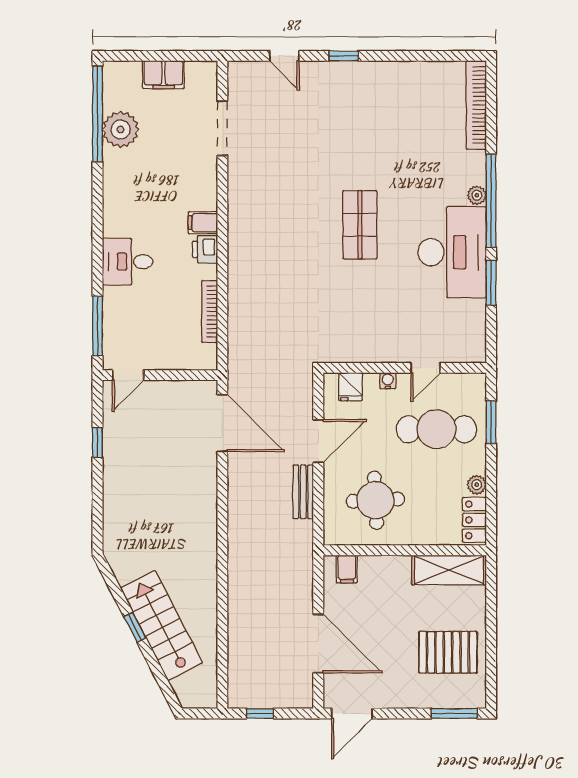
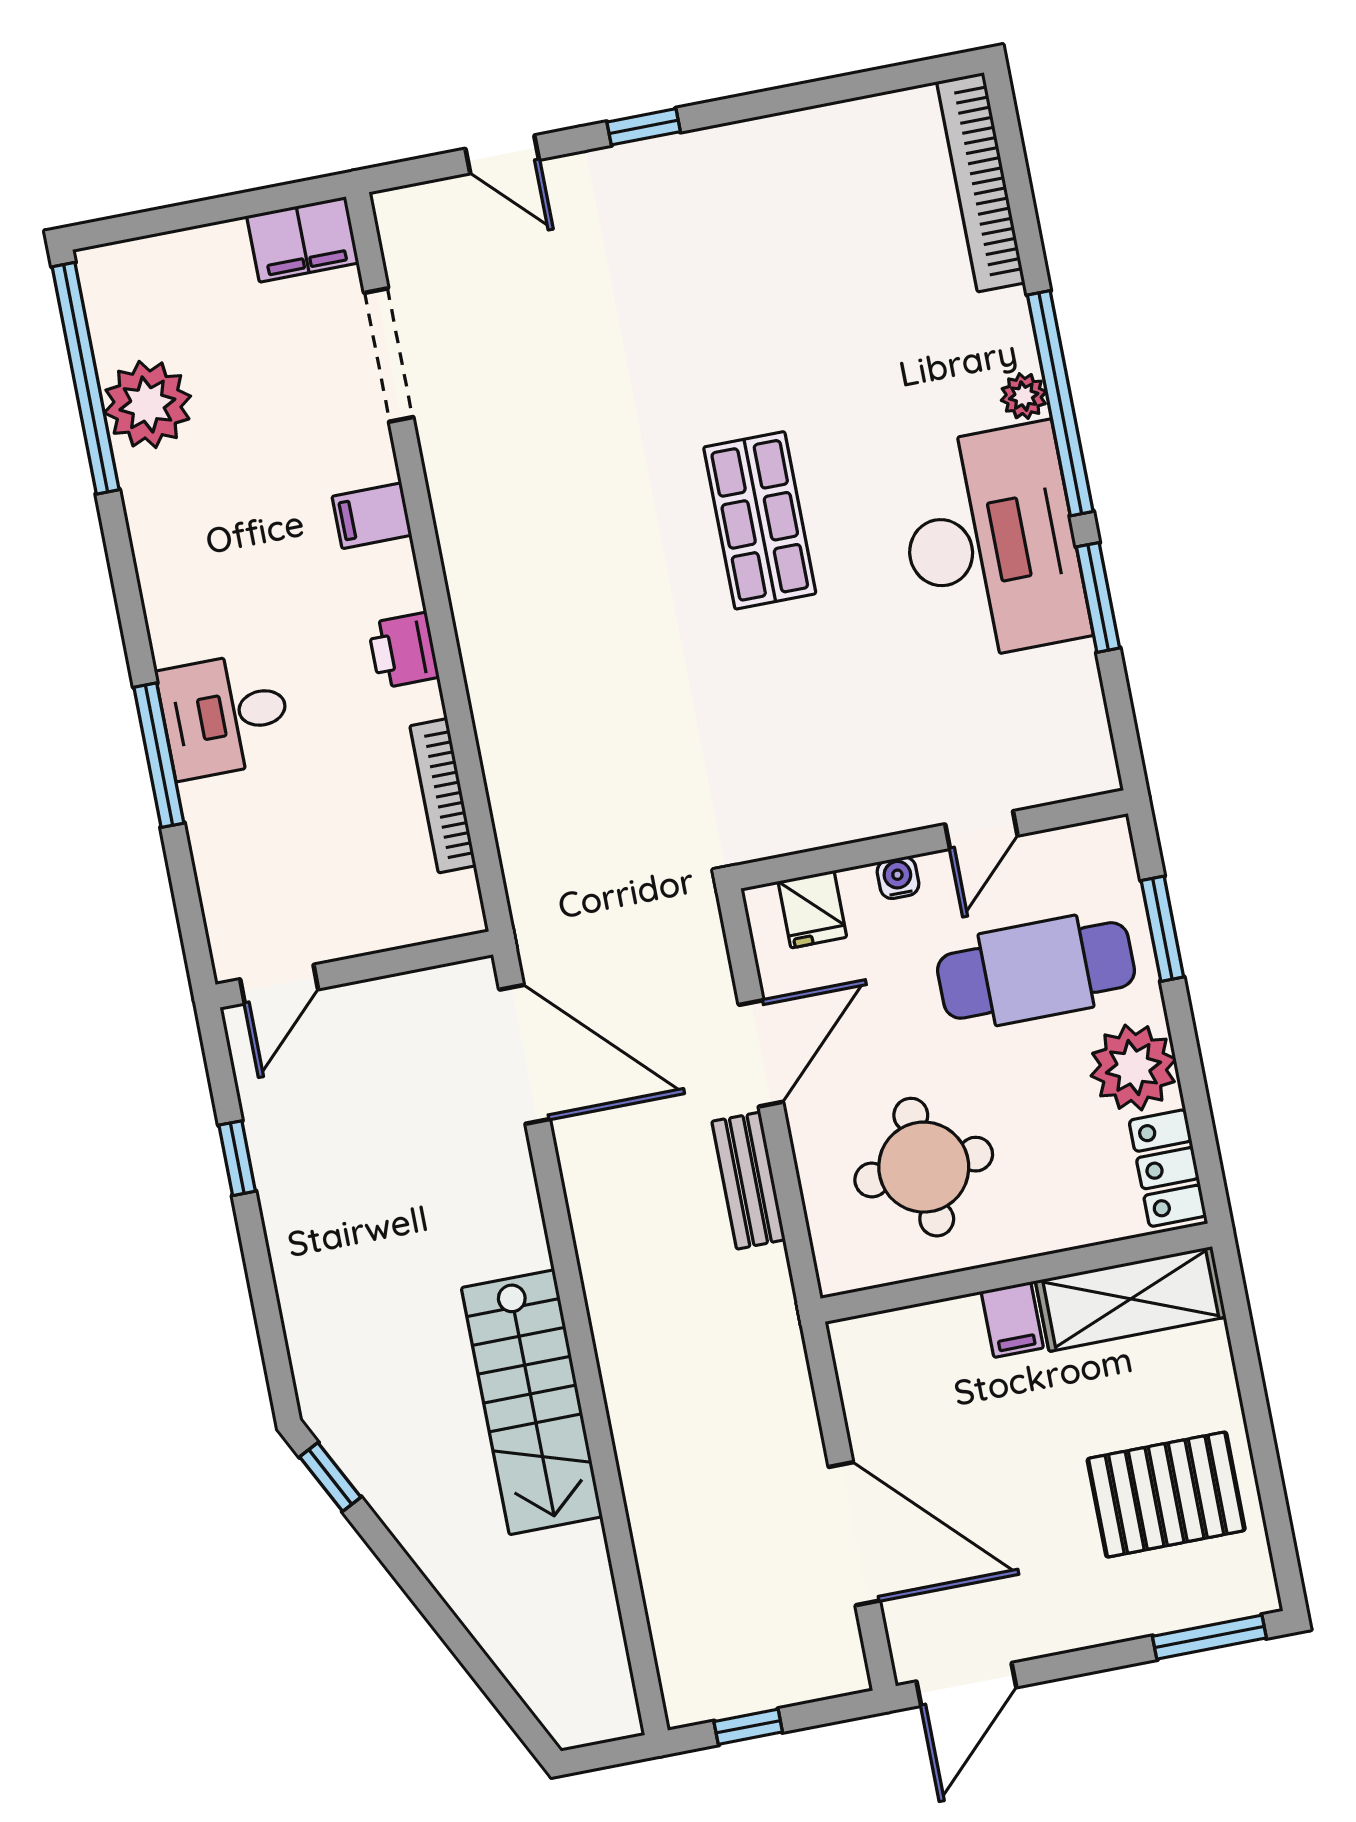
filing cabinet: (163, 75) -> (303, 239), moved
filing cabinet: (203, 223) -> (372, 516), moved
window: (98, 326) -> (159, 755), moved
plant: (477, 485) -> (1133, 1067), width x1.88, depth x1.88
filing cabinet: (347, 569) -> (1012, 1320), moved
stairs: (161, 625) -> (532, 1402), moved, turned -153
window: (135, 627) -> (330, 1477), moved

